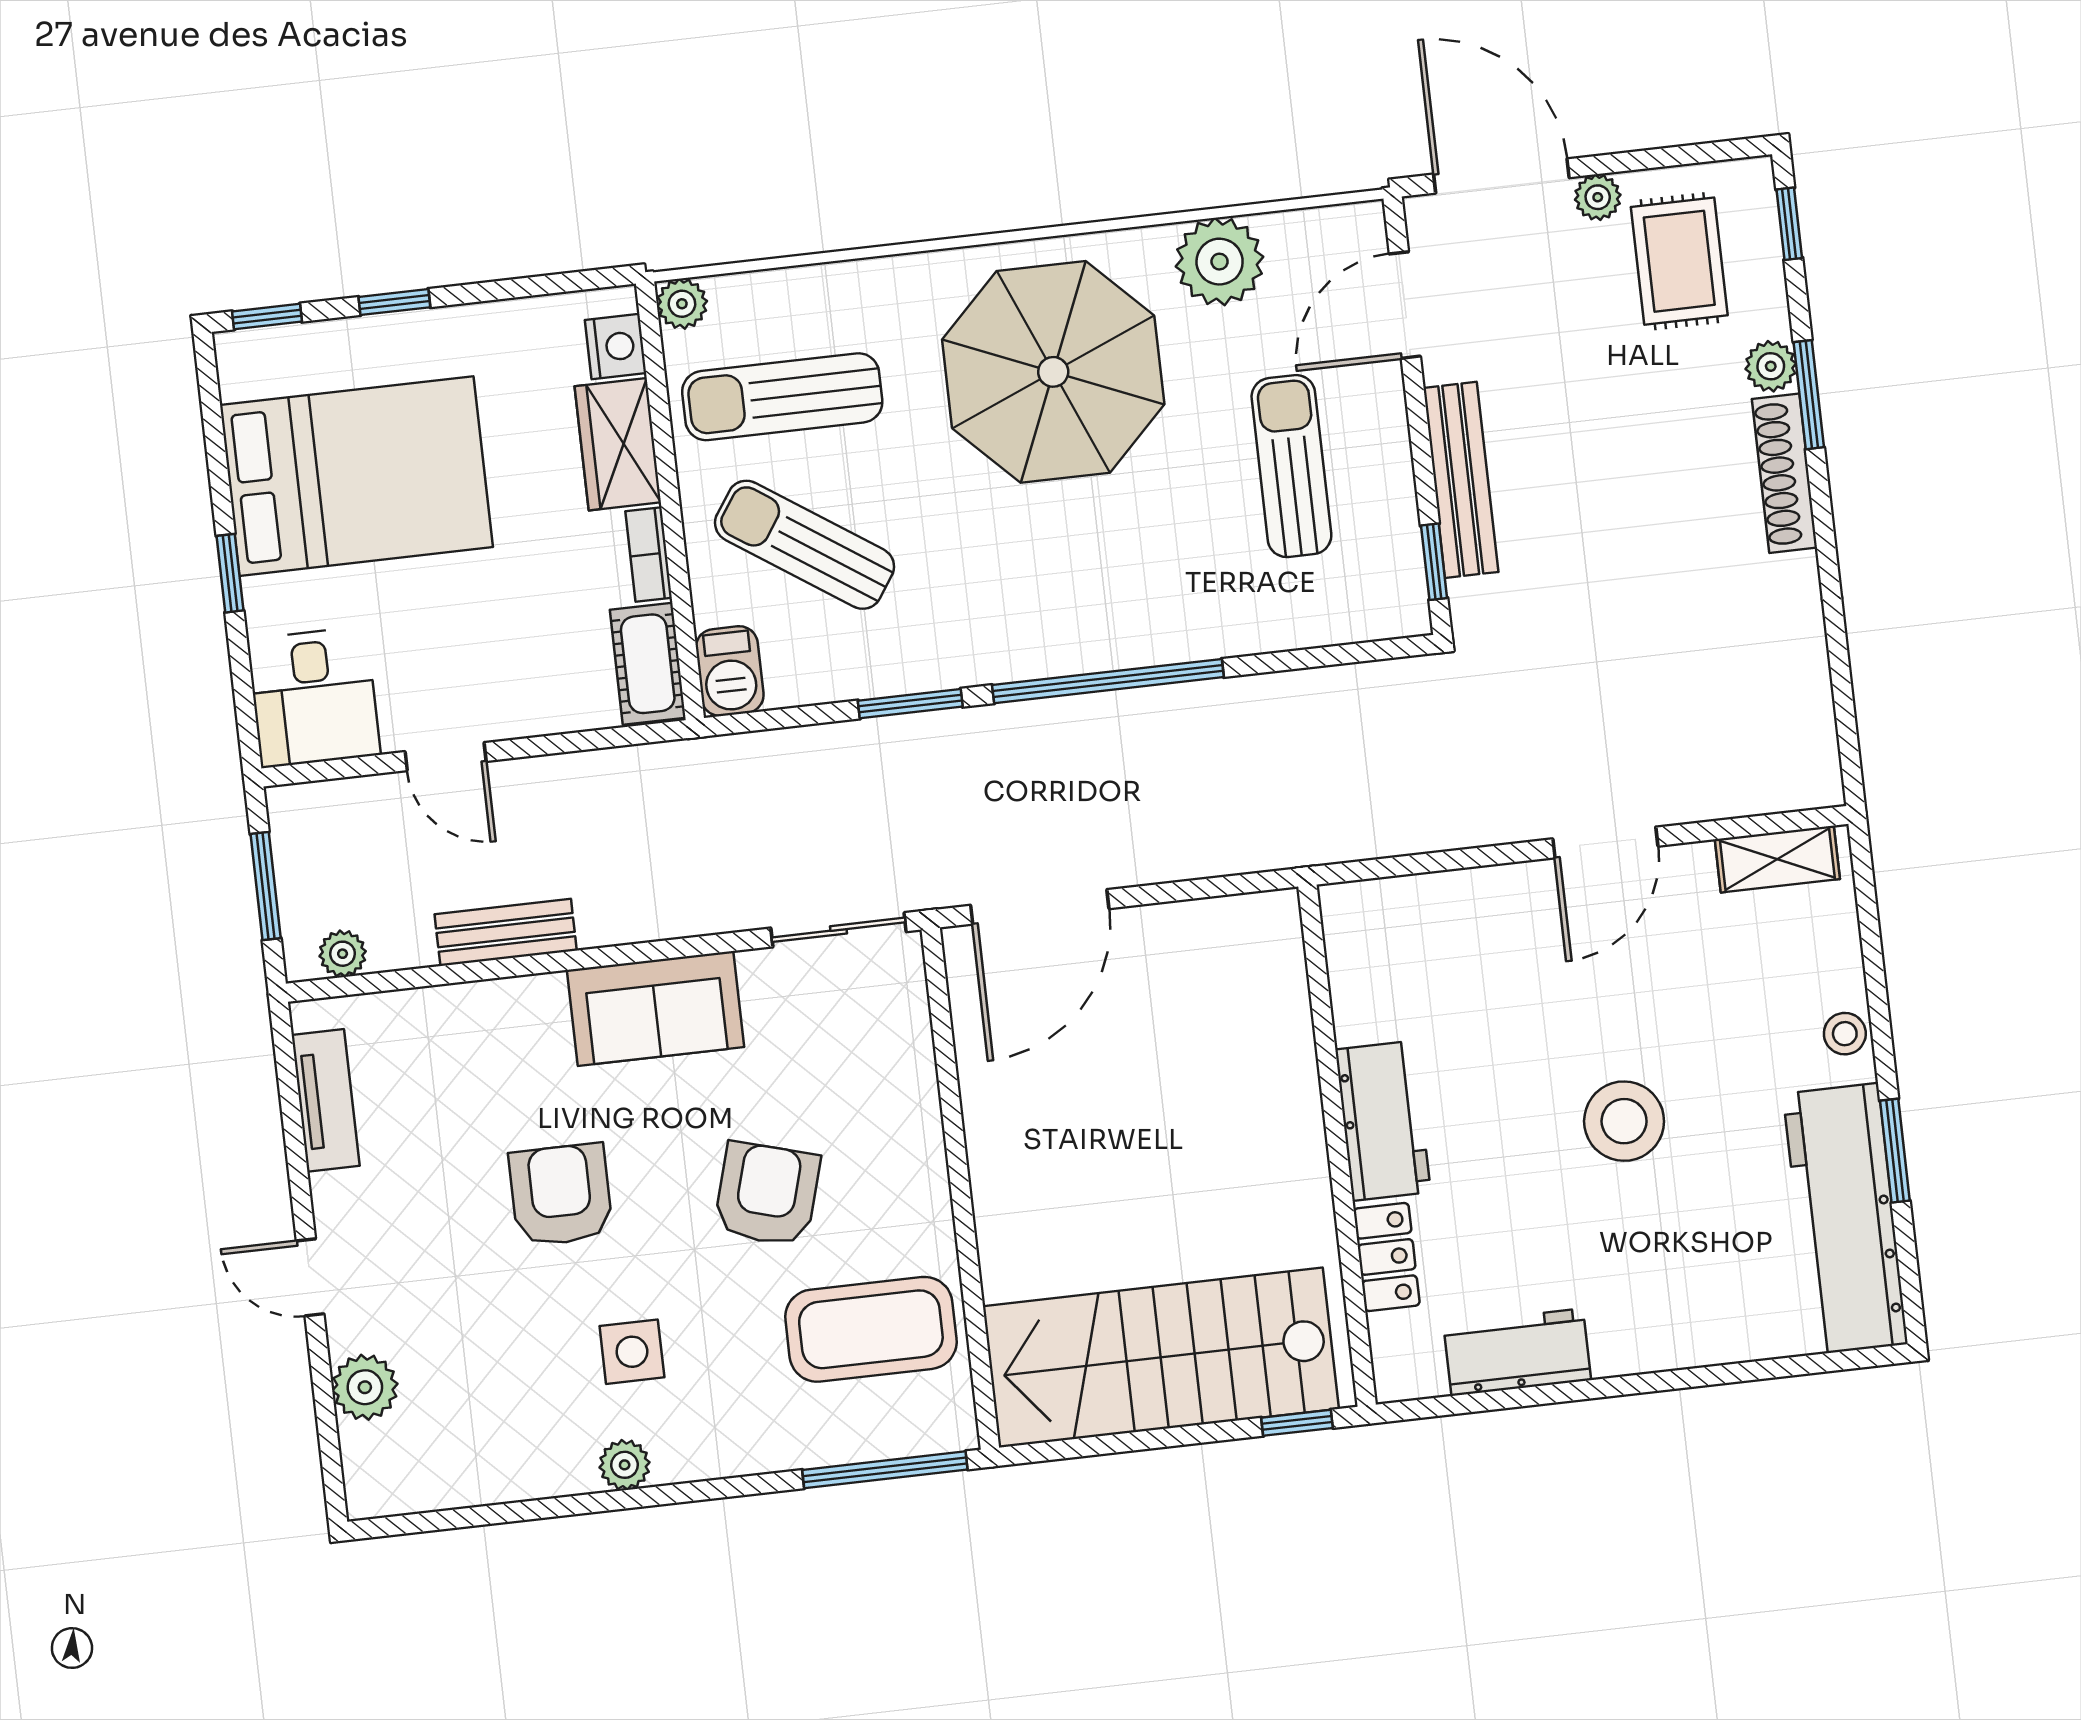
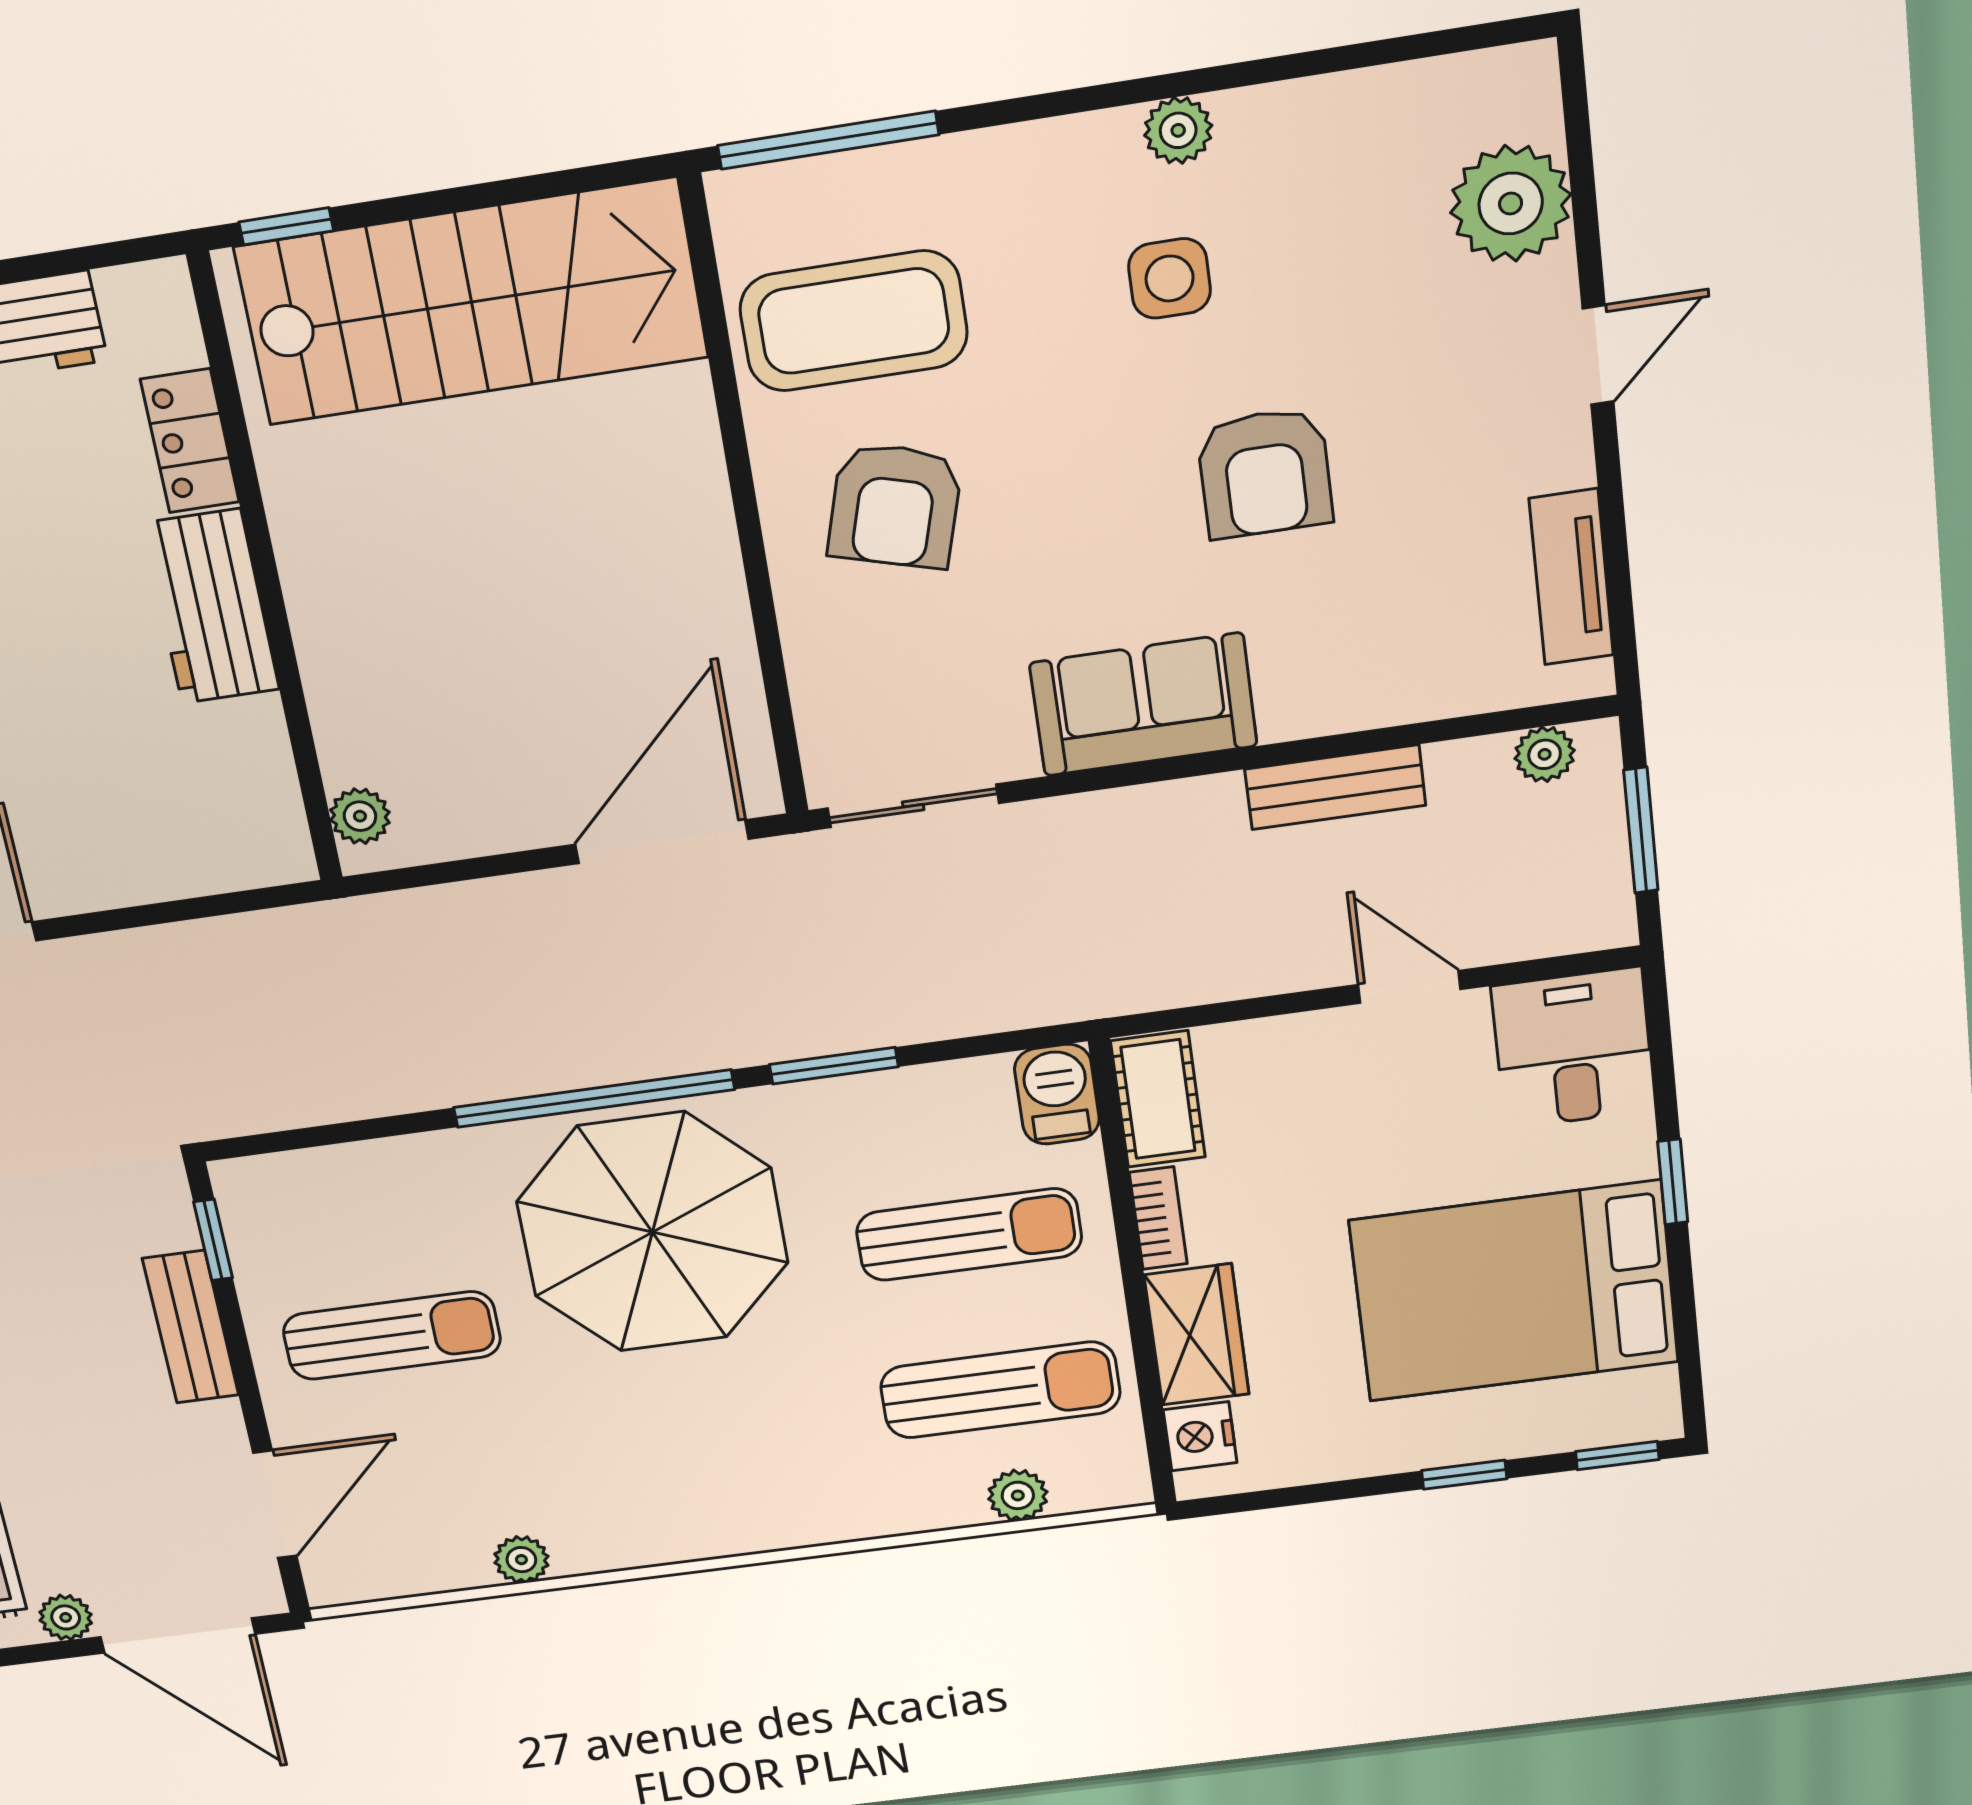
plant: (1220, 262) -> (521, 1560), width x0.53, depth x0.53
plant: (682, 304) -> (1018, 1495), moved
parasol: (1053, 372) -> (652, 1232), moved
sun lounger: (1291, 466) -> (392, 1335), turned -90
bench: (1461, 480) -> (191, 1327), width x0.73
sun lounger: (805, 545) -> (969, 1235), turned -34
plant: (1280, 939) -> (360, 816), added
armchair: (767, 1194) -> (895, 506), moved
door: (310, 1277) -> (1598, 355), hinge flipped
plant: (365, 1387) -> (1511, 203), width x1.36, depth x1.36

